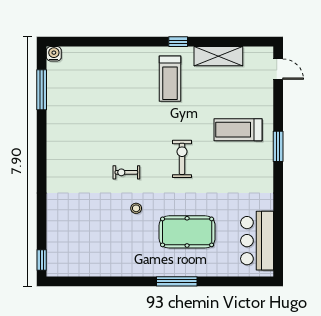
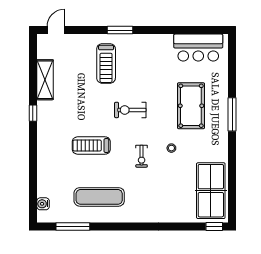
water cooler: (54, 54) -> (43, 204), moved
treadmill: (170, 79) -> (91, 146), moved, turned 180
exercise mat: (77, 121) -> (99, 197), added
table tennis table: (85, 256) -> (211, 191), added

